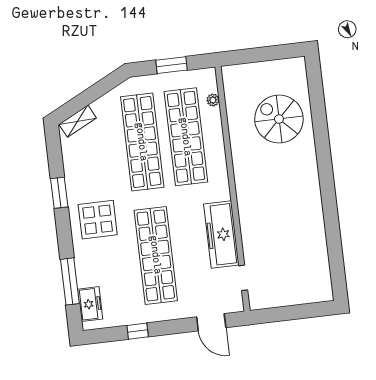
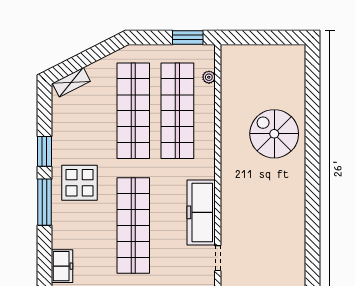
window: (172, 65) -> (188, 37), moved
spiral stairs: (279, 119) -> (274, 134), moved
window: (70, 281) -> (44, 202), moved

